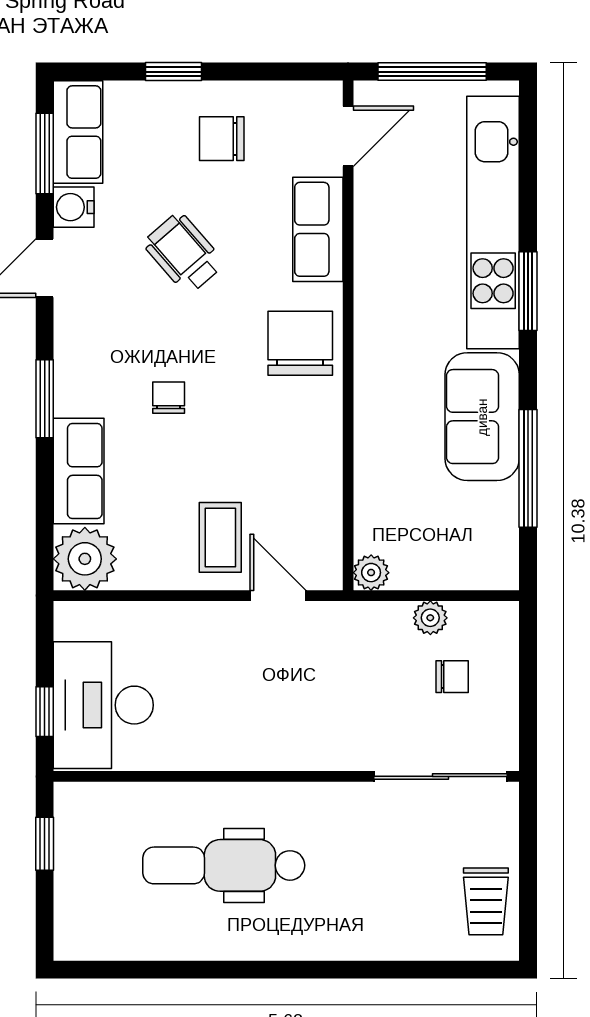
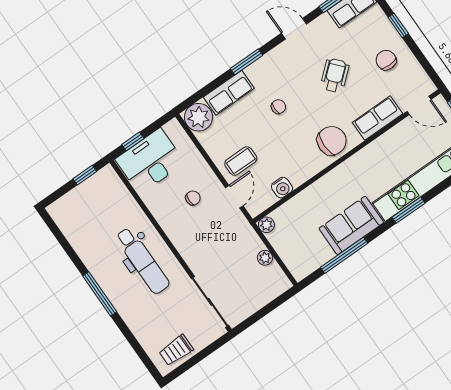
water cooler: (74, 207) -> (282, 188), moved, turned 180
chair: (452, 677) -> (193, 198), moved, turned -90
dental chair: (224, 865) -> (142, 261), moved, turned 180
window: (283, 970) -> (100, 294), added

